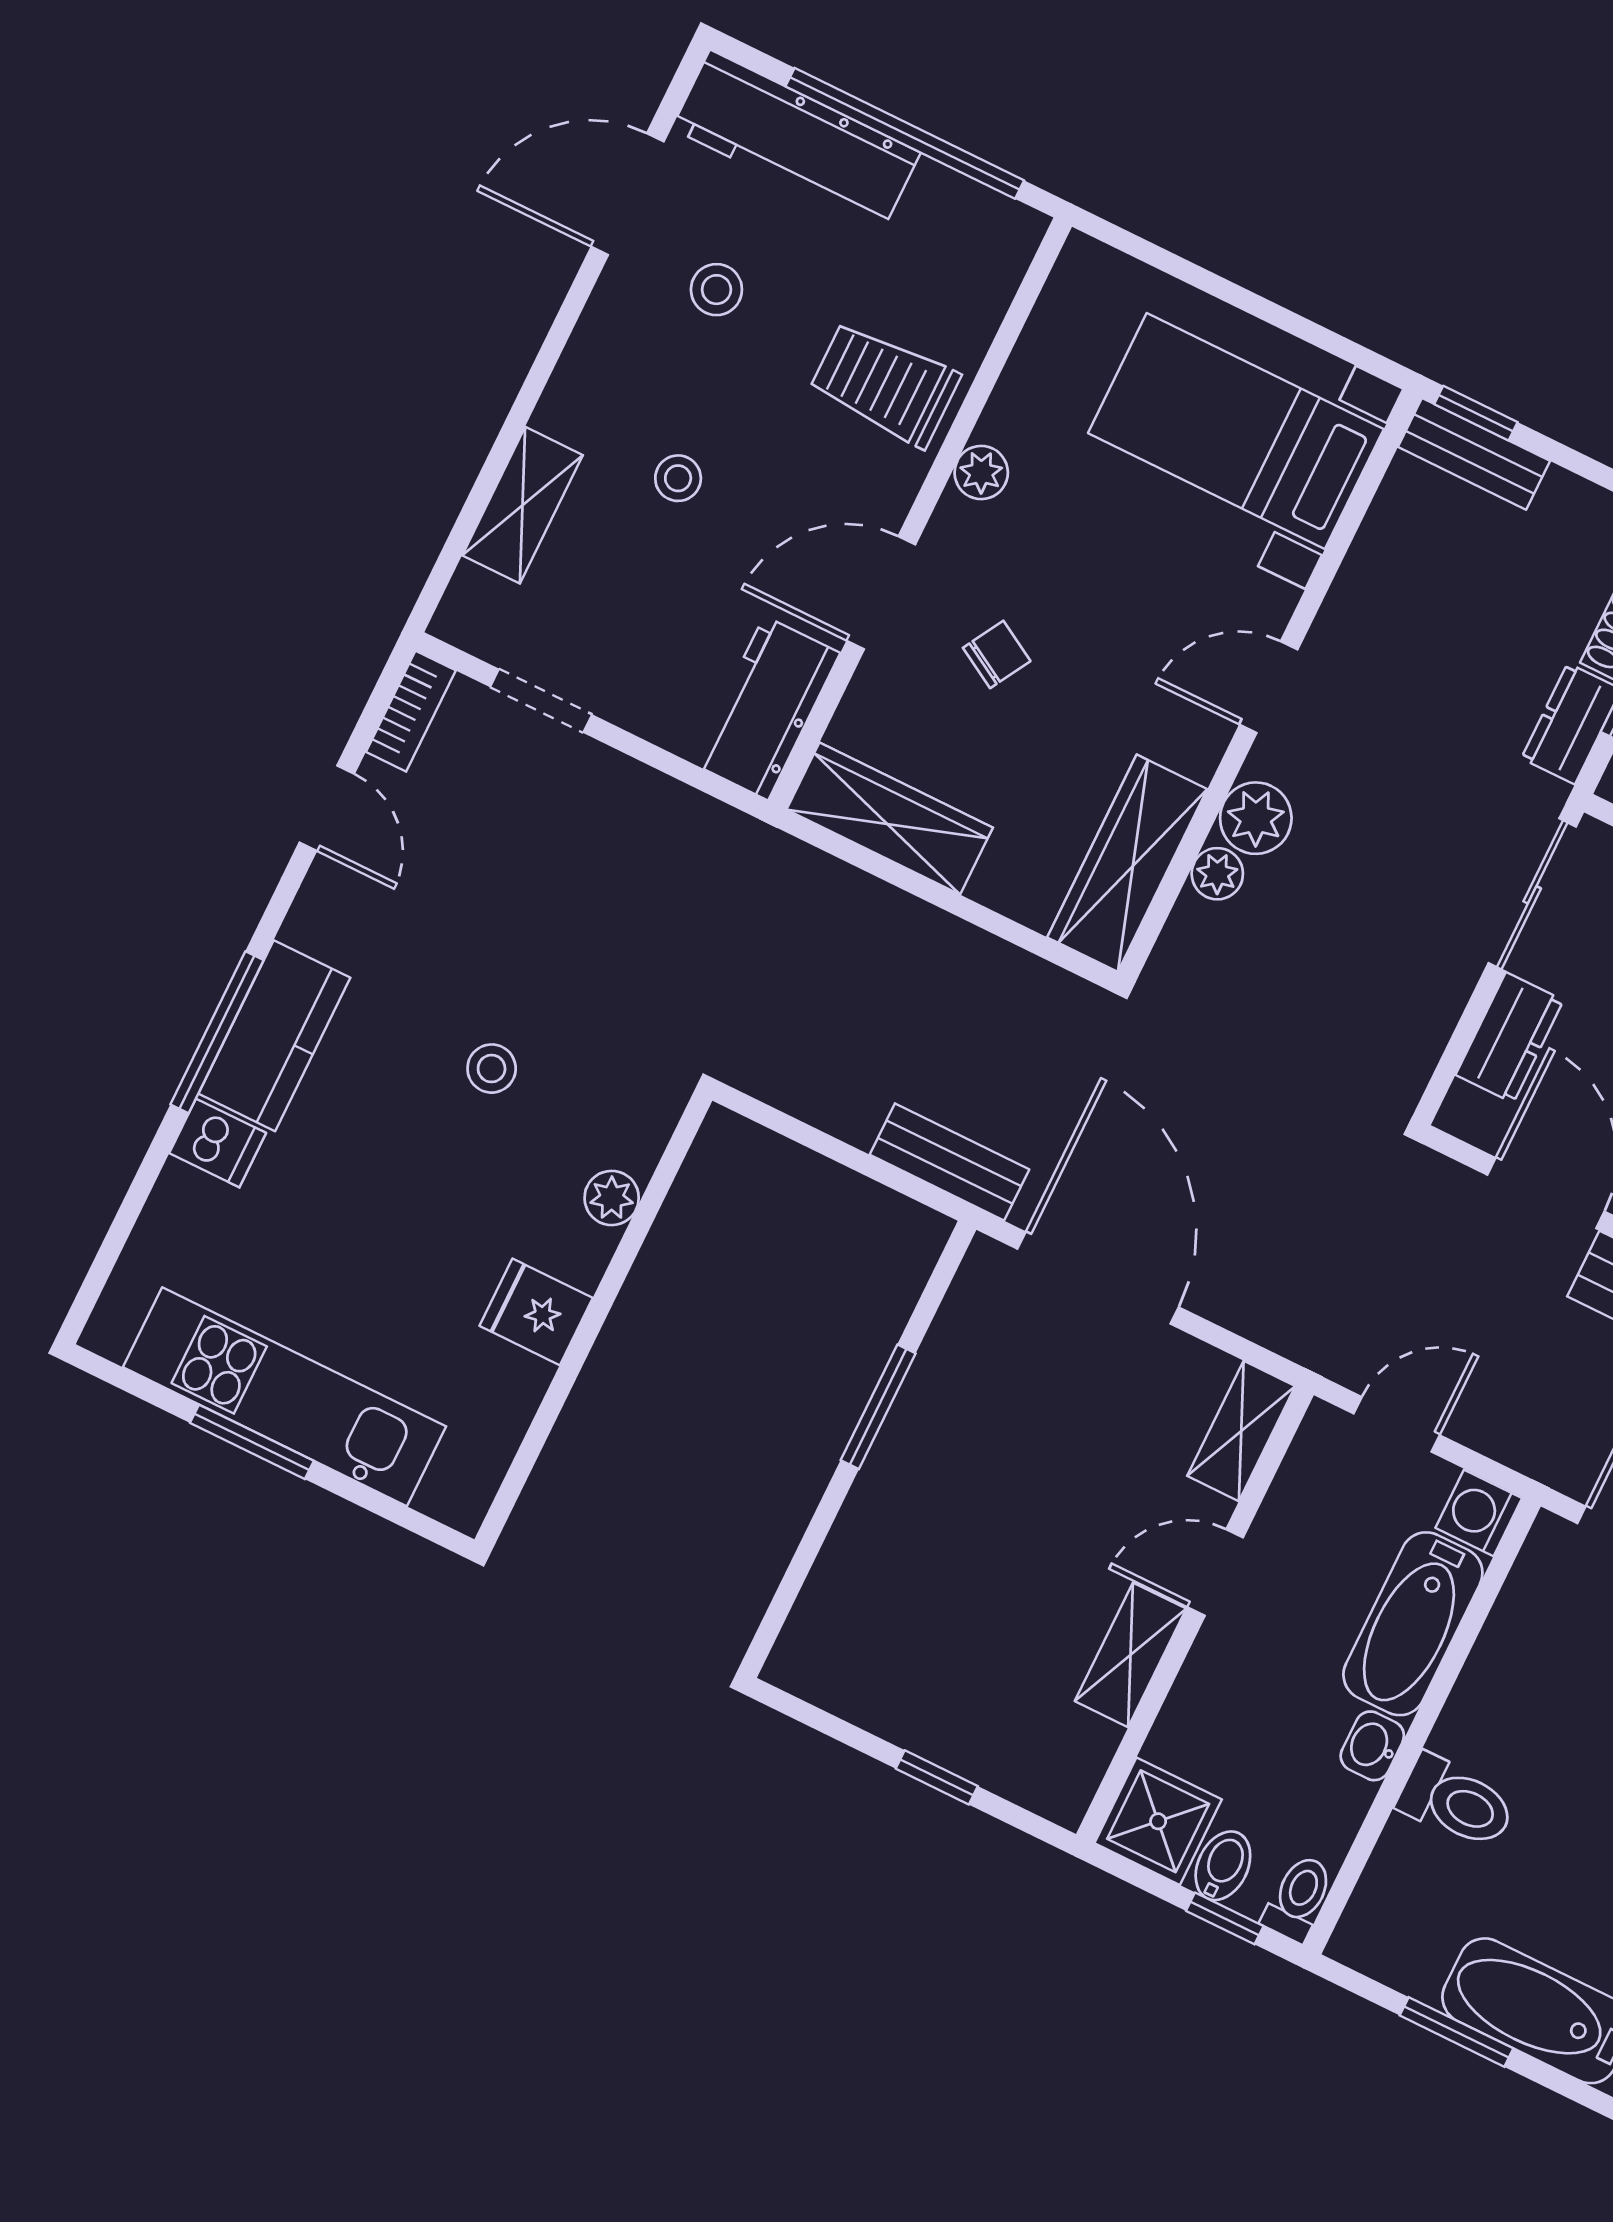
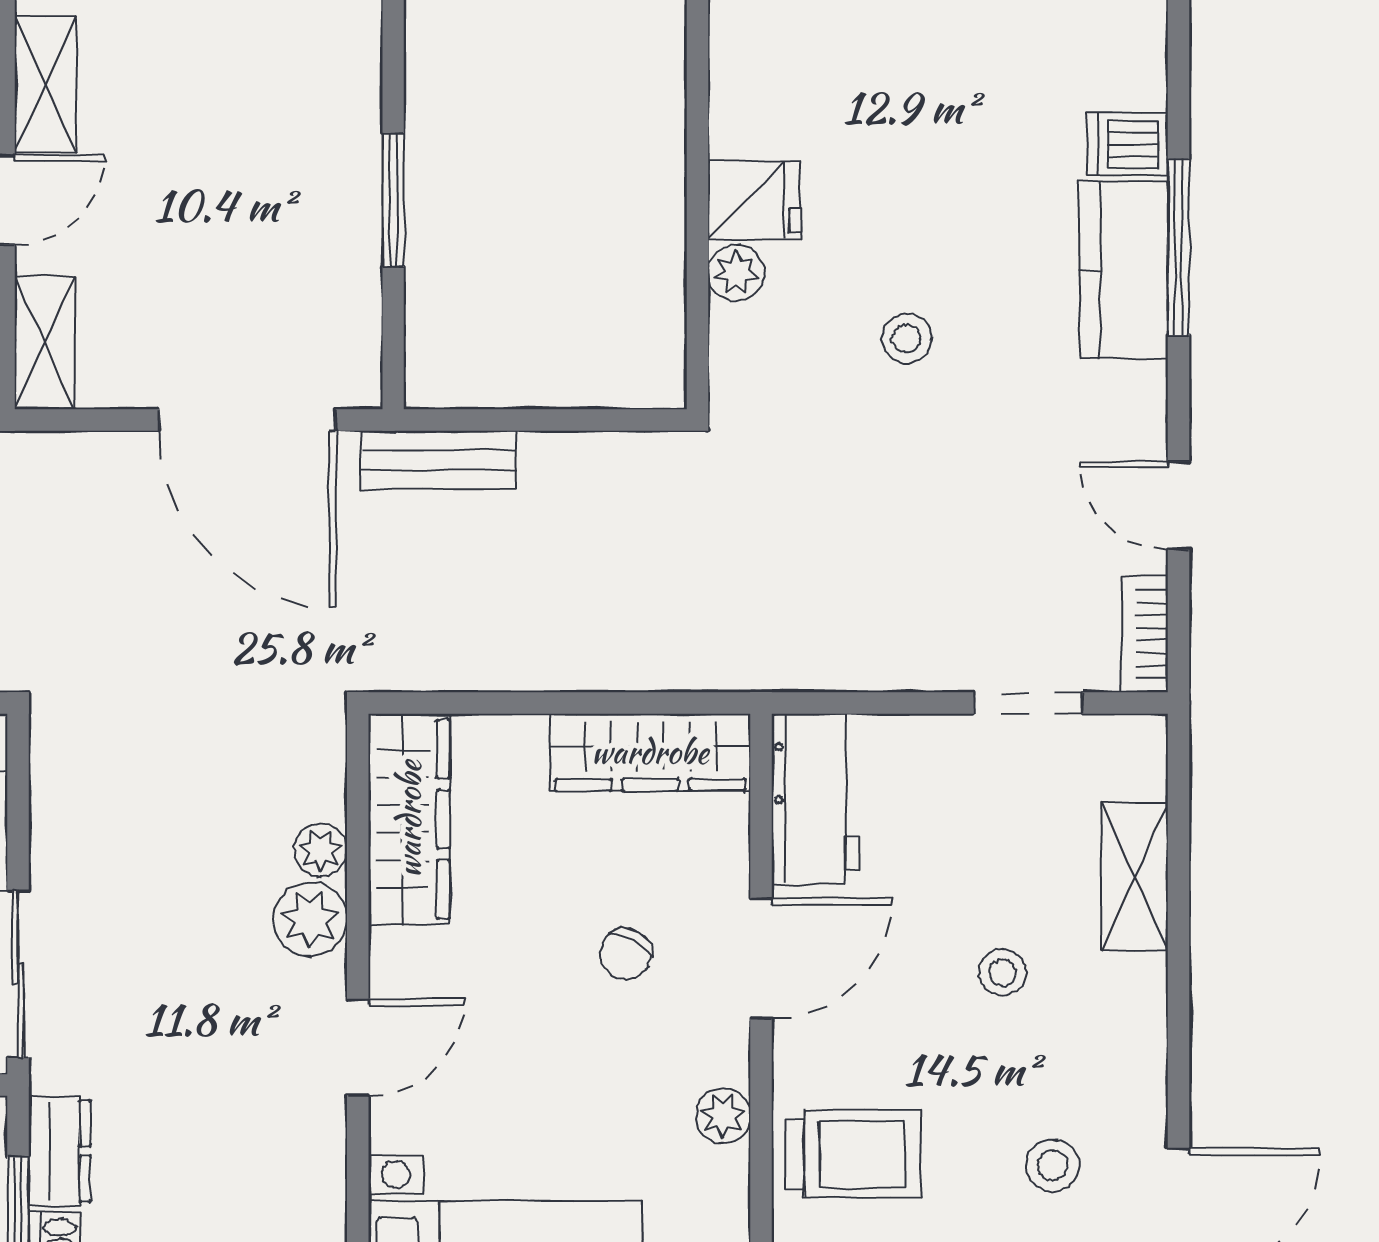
fridge: (536, 1312) -> (754, 200), moved

